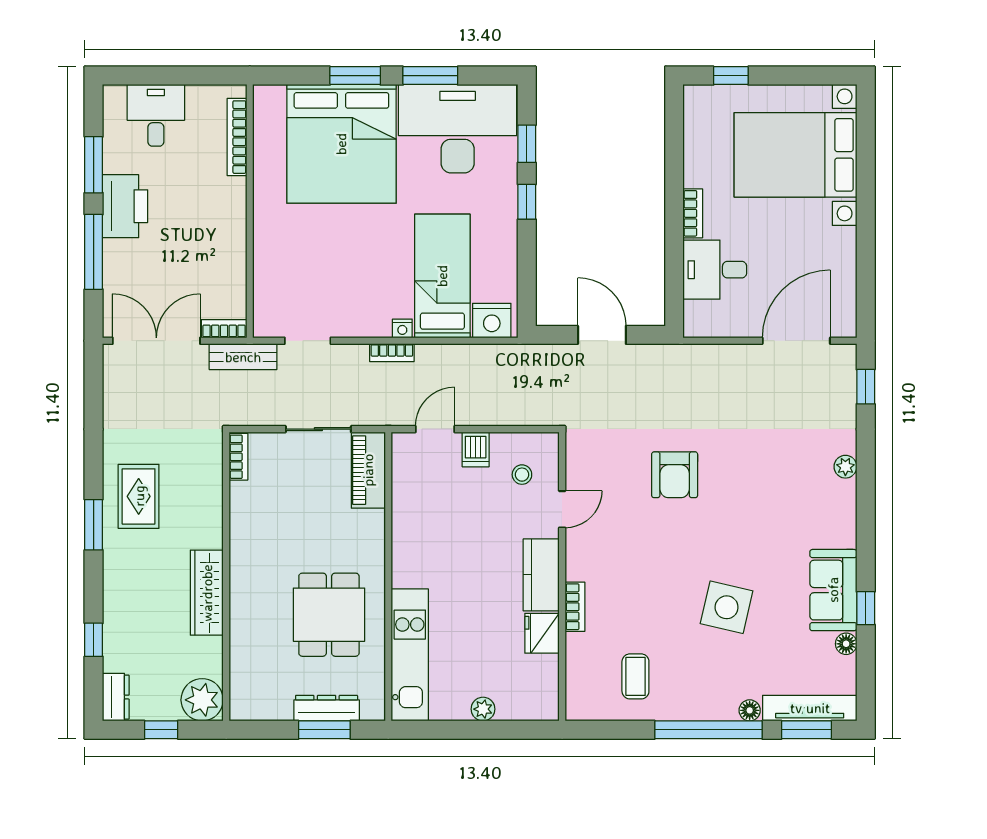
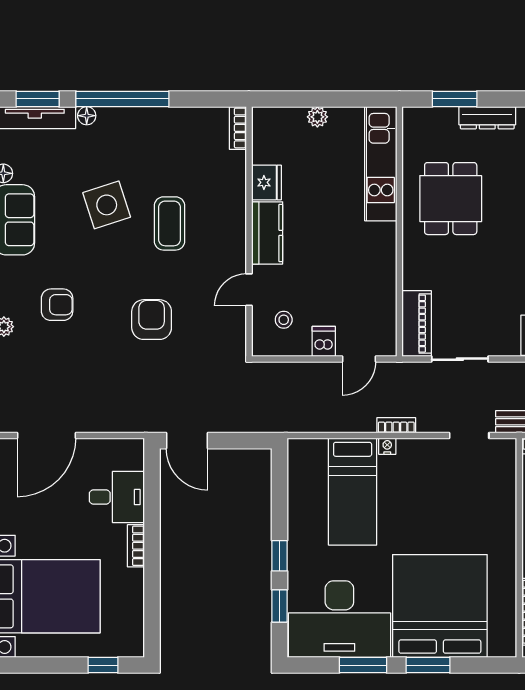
nightstand: (492, 321) -> (310, 453), removed
door: (602, 335) -> (187, 441), moved
armchair: (784, 492) -> (57, 305), added
bookcase: (575, 607) -> (238, 128), moved
side table: (727, 607) -> (107, 205), turned -31
coffee table: (635, 676) -> (169, 223), moved, width x1.36, depth x1.30
dresser: (327, 708) -> (487, 118), moved

